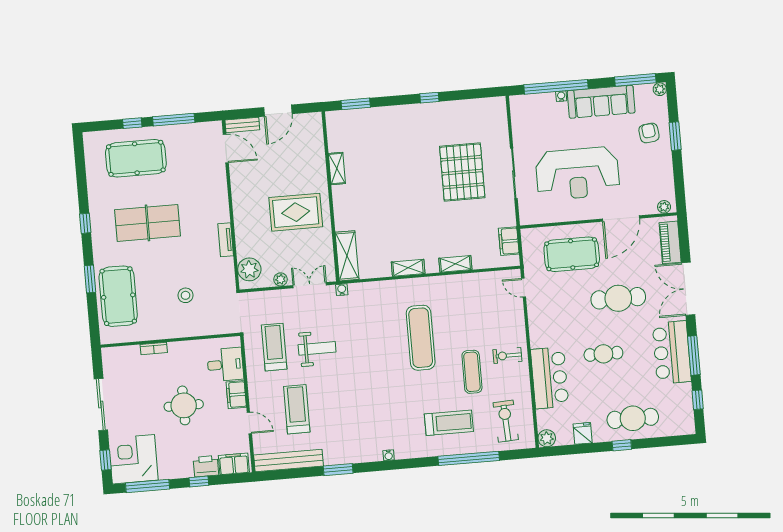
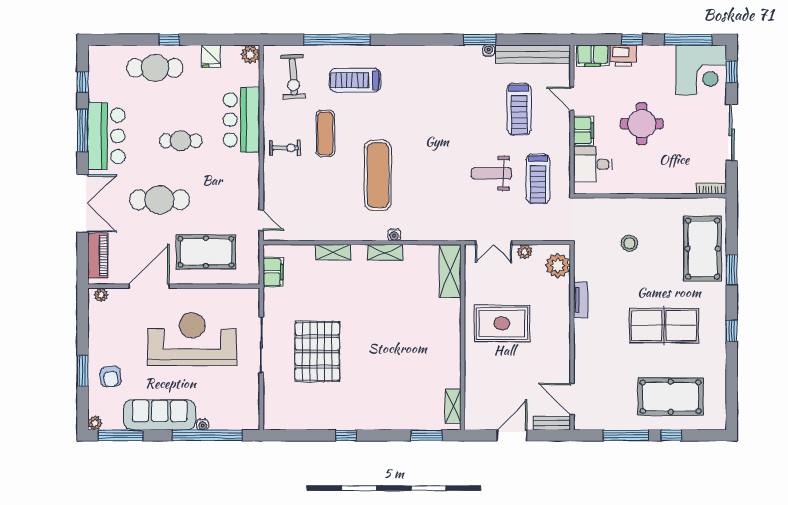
shelving: (337, 169) -> (453, 406), moved
water cooler: (342, 290) -> (394, 235), moved
bookcase: (154, 349) -> (711, 188), moved
water cooler: (389, 455) -> (489, 51), moved

